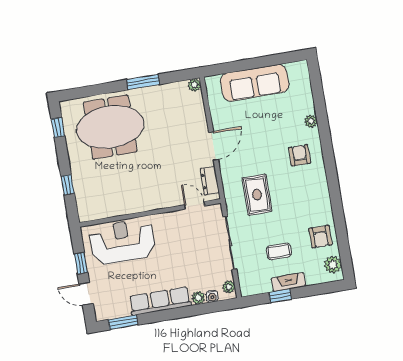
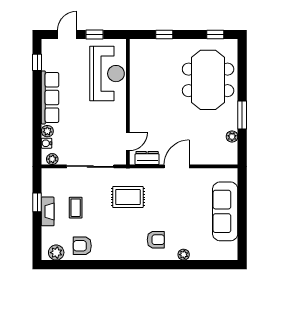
plant: (195, 85) -> (232, 137), moved
door: (213, 146) -> (177, 166), swing flipped
window: (123, 322) -> (37, 62), width x0.67

